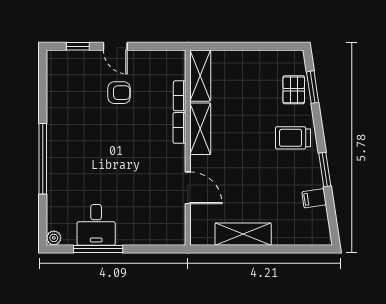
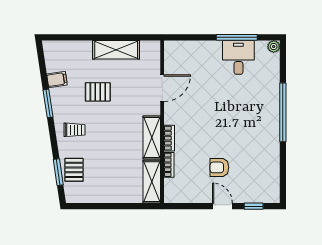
trolley: (293, 138) -> (75, 130), width x0.73, depth x0.72
pallet: (265, 183) -> (98, 92), added
door: (188, 188) -> (162, 88), swing flipped

